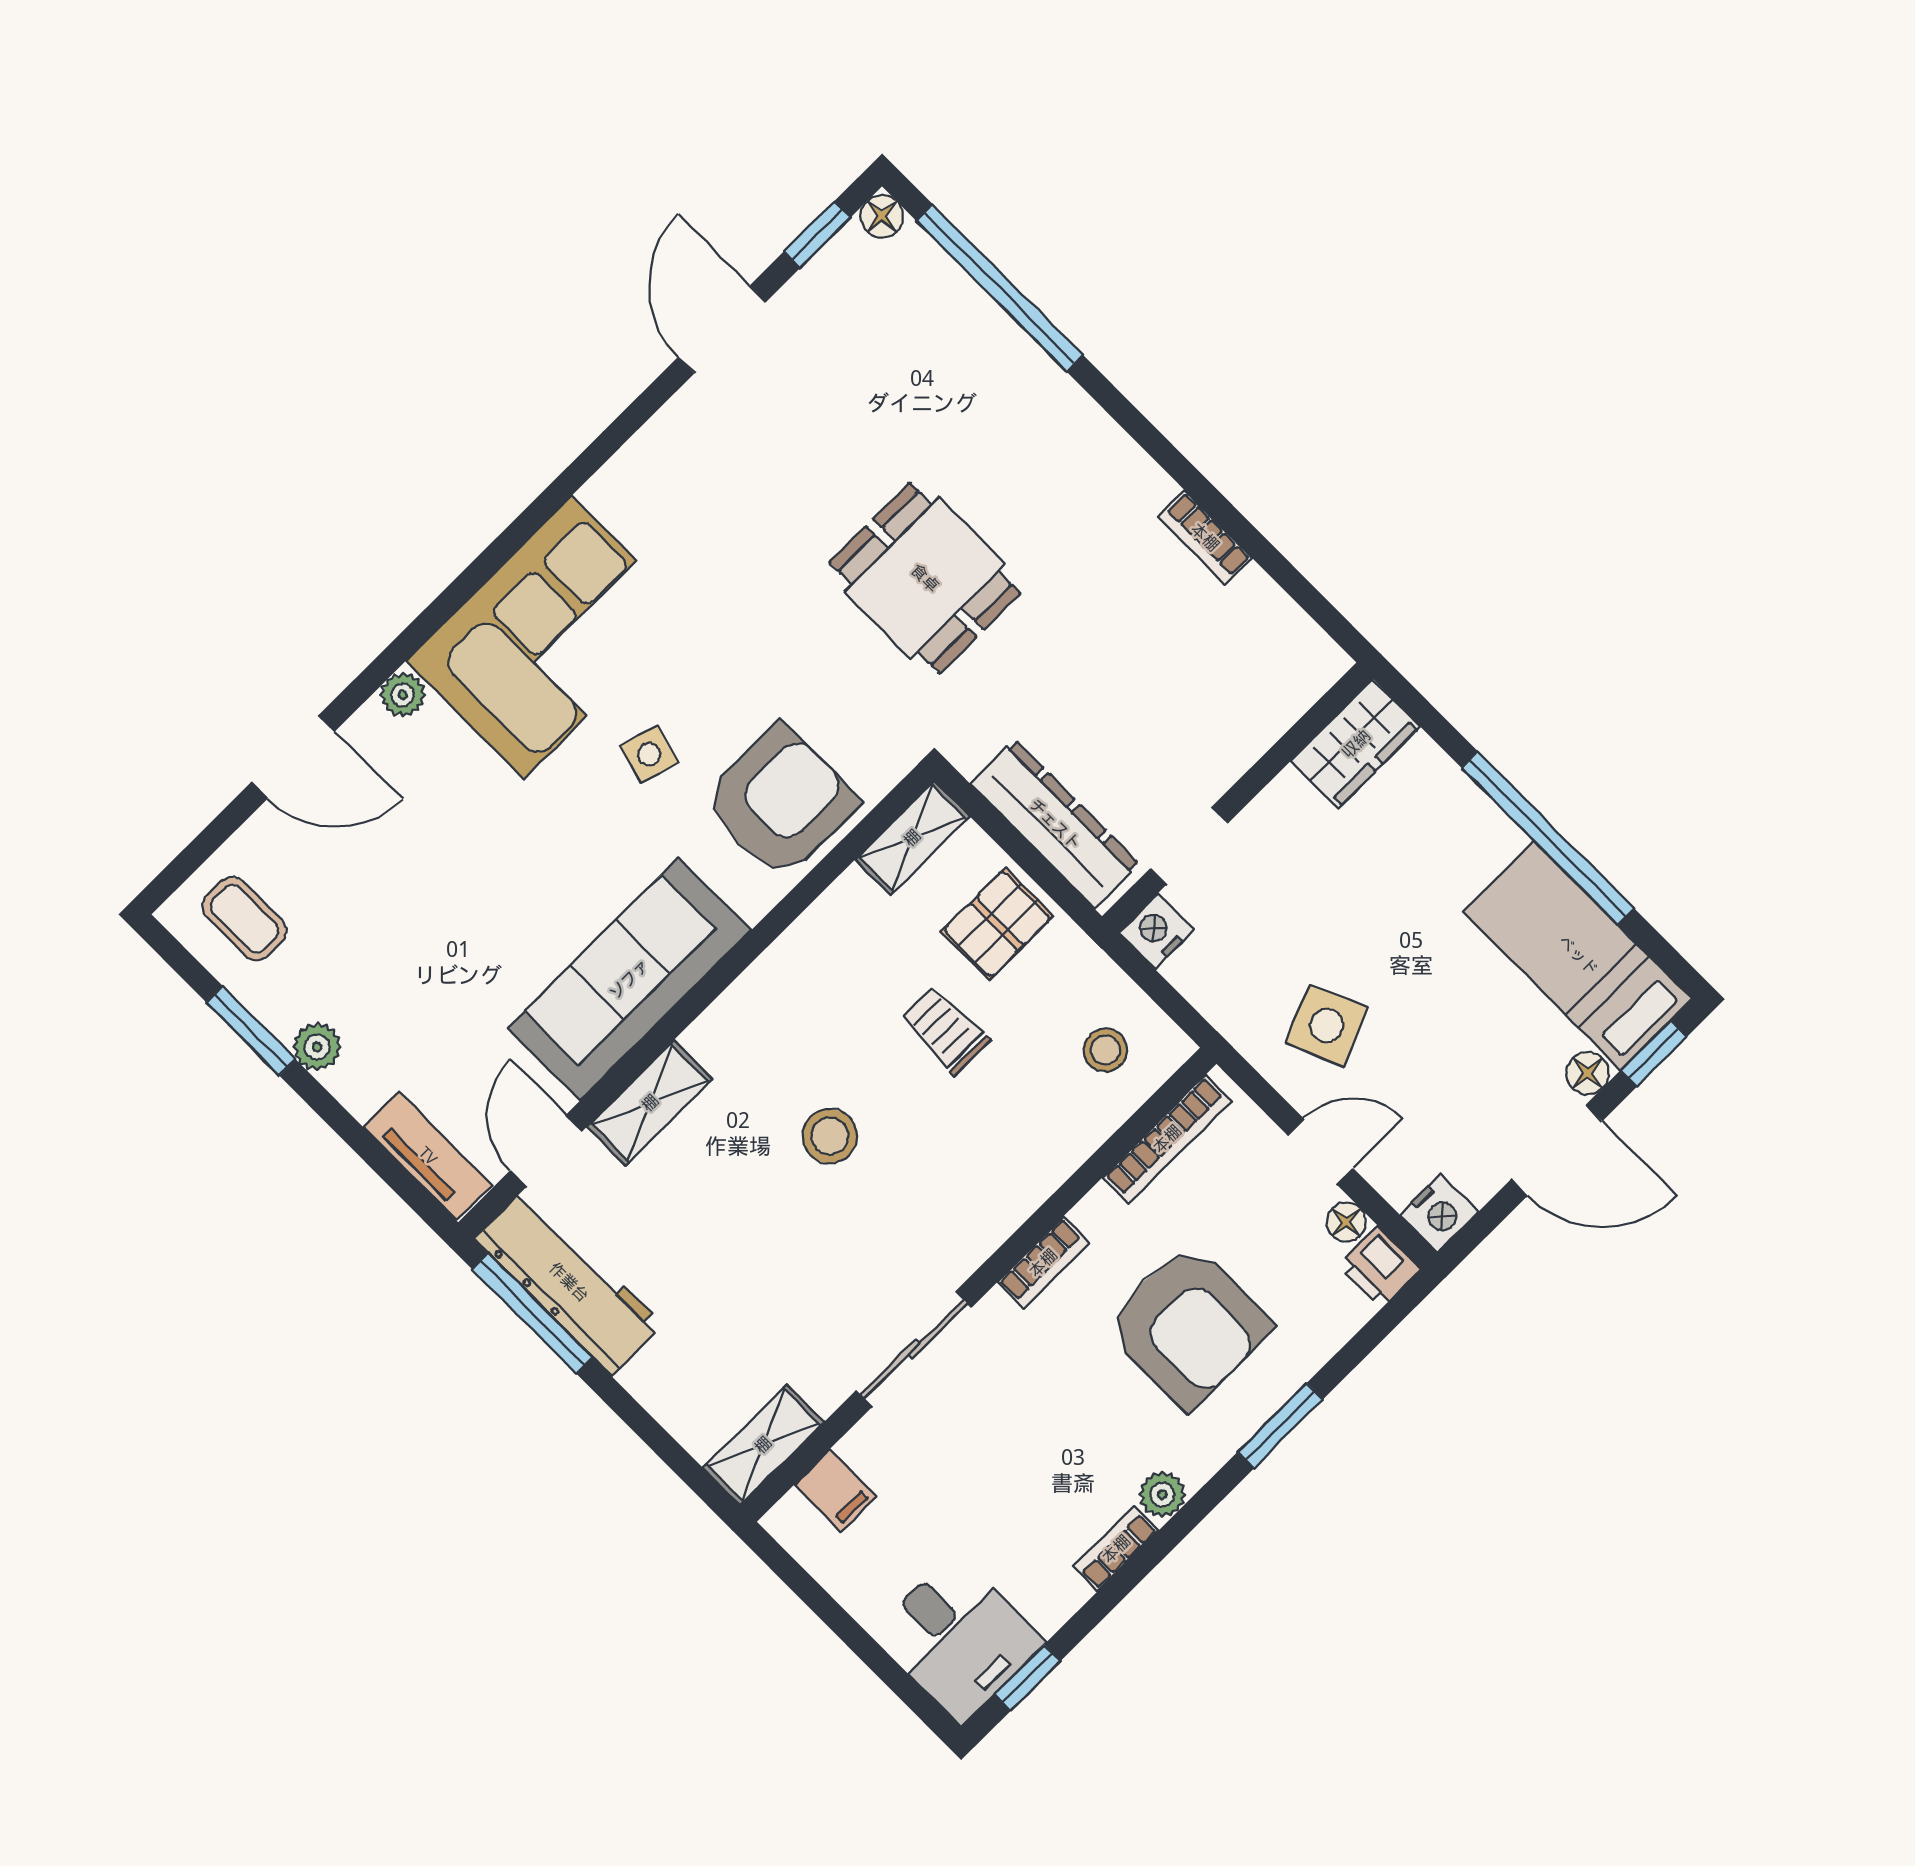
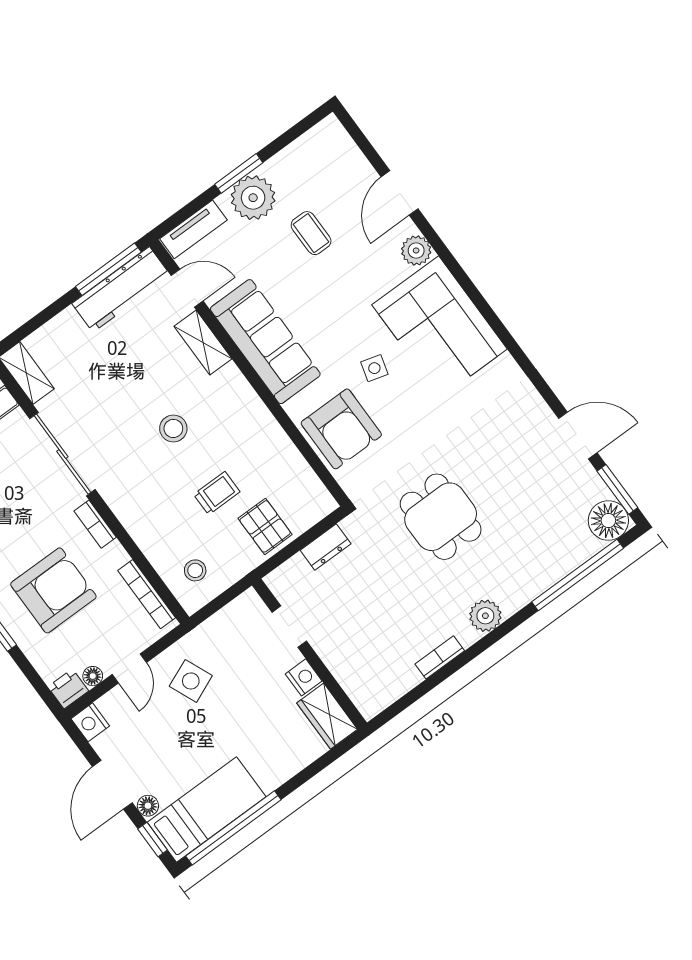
floor lamp: (882, 216) -> (608, 521), width x1.89, depth x1.89
window: (817, 235) -> (617, 489), width x1.50
plant: (1108, 459) -> (485, 616), added
dining table: (925, 578) -> (441, 517), turned 90
plant: (403, 695) -> (416, 251), width x1.38, depth x1.38
dresser: (1055, 824) -> (326, 547), width x0.51, depth x0.80
shelving: (912, 838) -> (314, 491), removed
window: (1548, 838) -> (233, 828), moved
coffee table: (244, 919) -> (311, 233), moved, turned 90
nightstand: (1156, 931) -> (304, 677), moved
window: (251, 1031) -> (239, 173), moved
plant: (317, 1047) -> (253, 198), width x1.87, depth x1.87
armchair: (1188, 1326) -> (53, 590), turned 180
sliding door: (914, 1349) -> (62, 454), width x1.37

